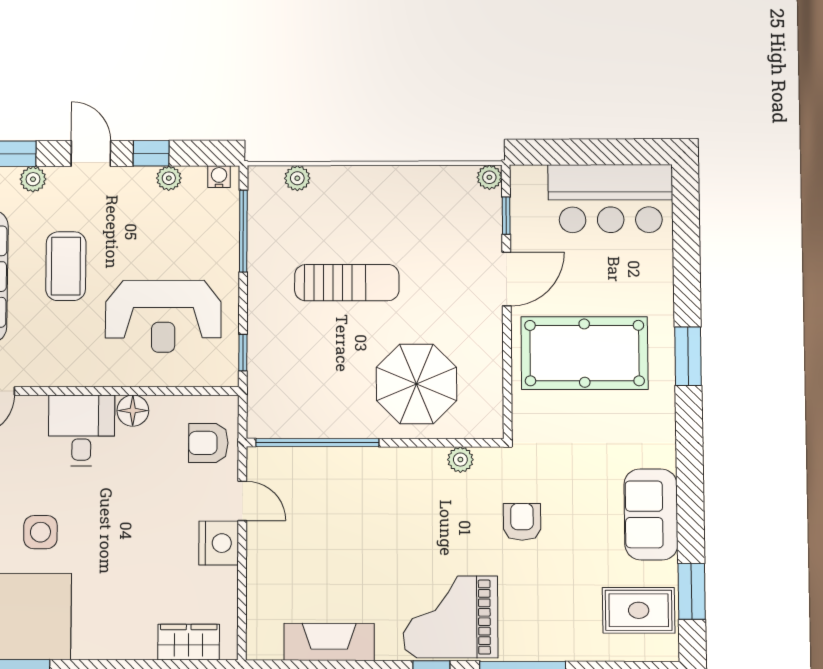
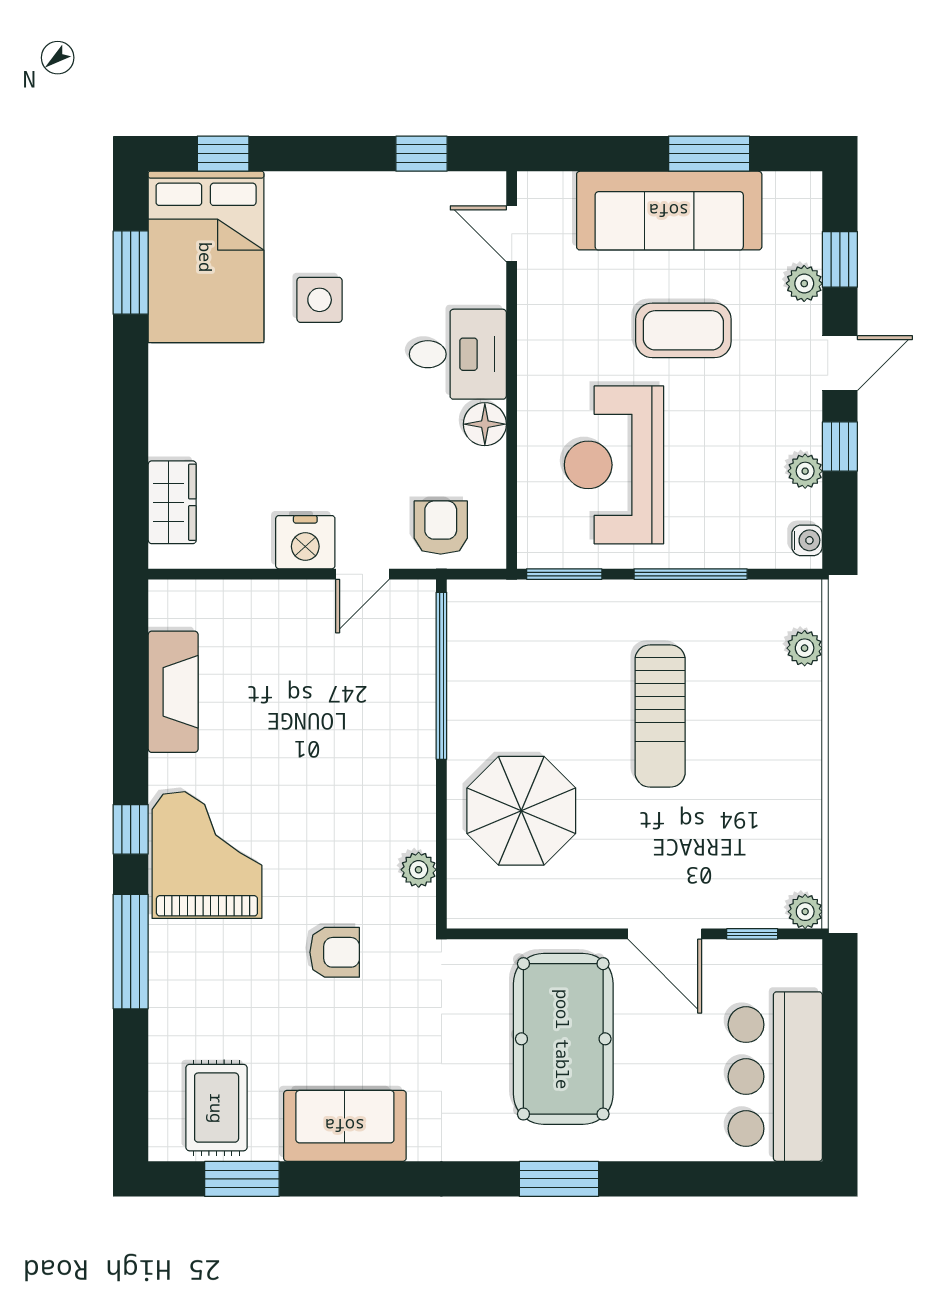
window: (243, 231) -> (691, 574), moved
window: (243, 353) -> (564, 574), width x1.50

